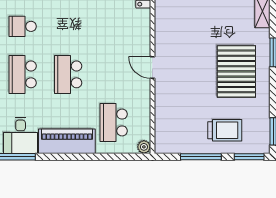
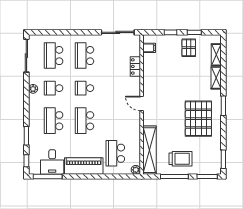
school desk: (68, 26) -> (84, 88), added
door: (152, 68) -> (142, 103), moved
shelving: (164, 118) -> (149, 150), added
trolley: (225, 130) -> (181, 159), moved

